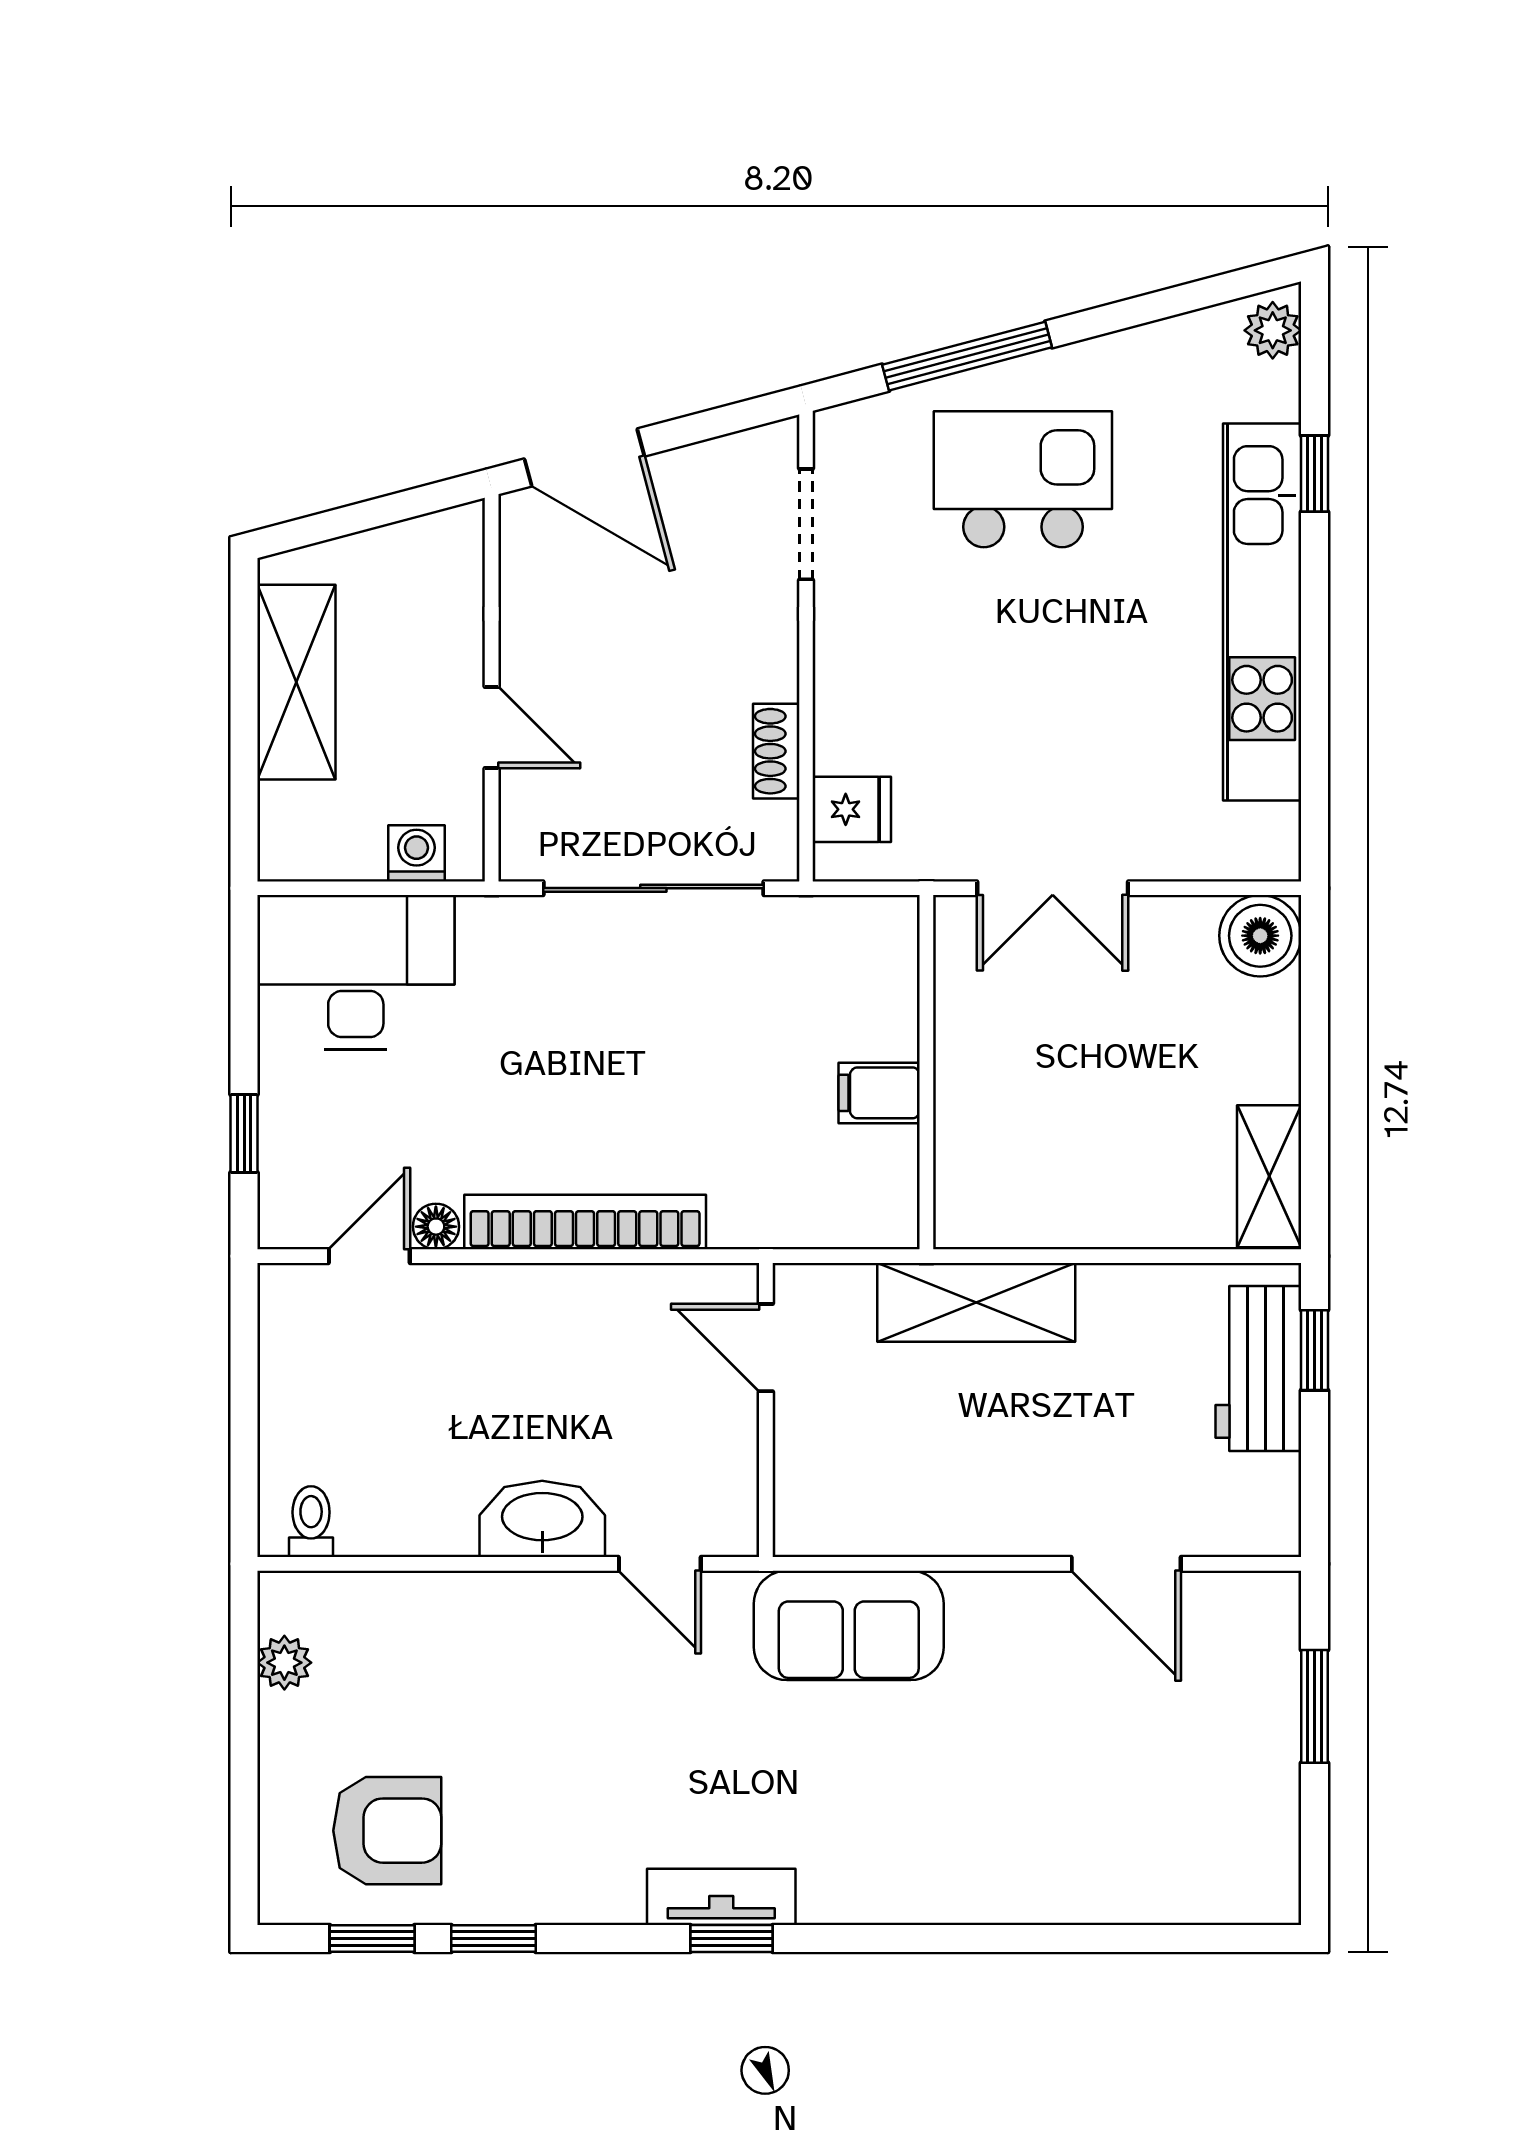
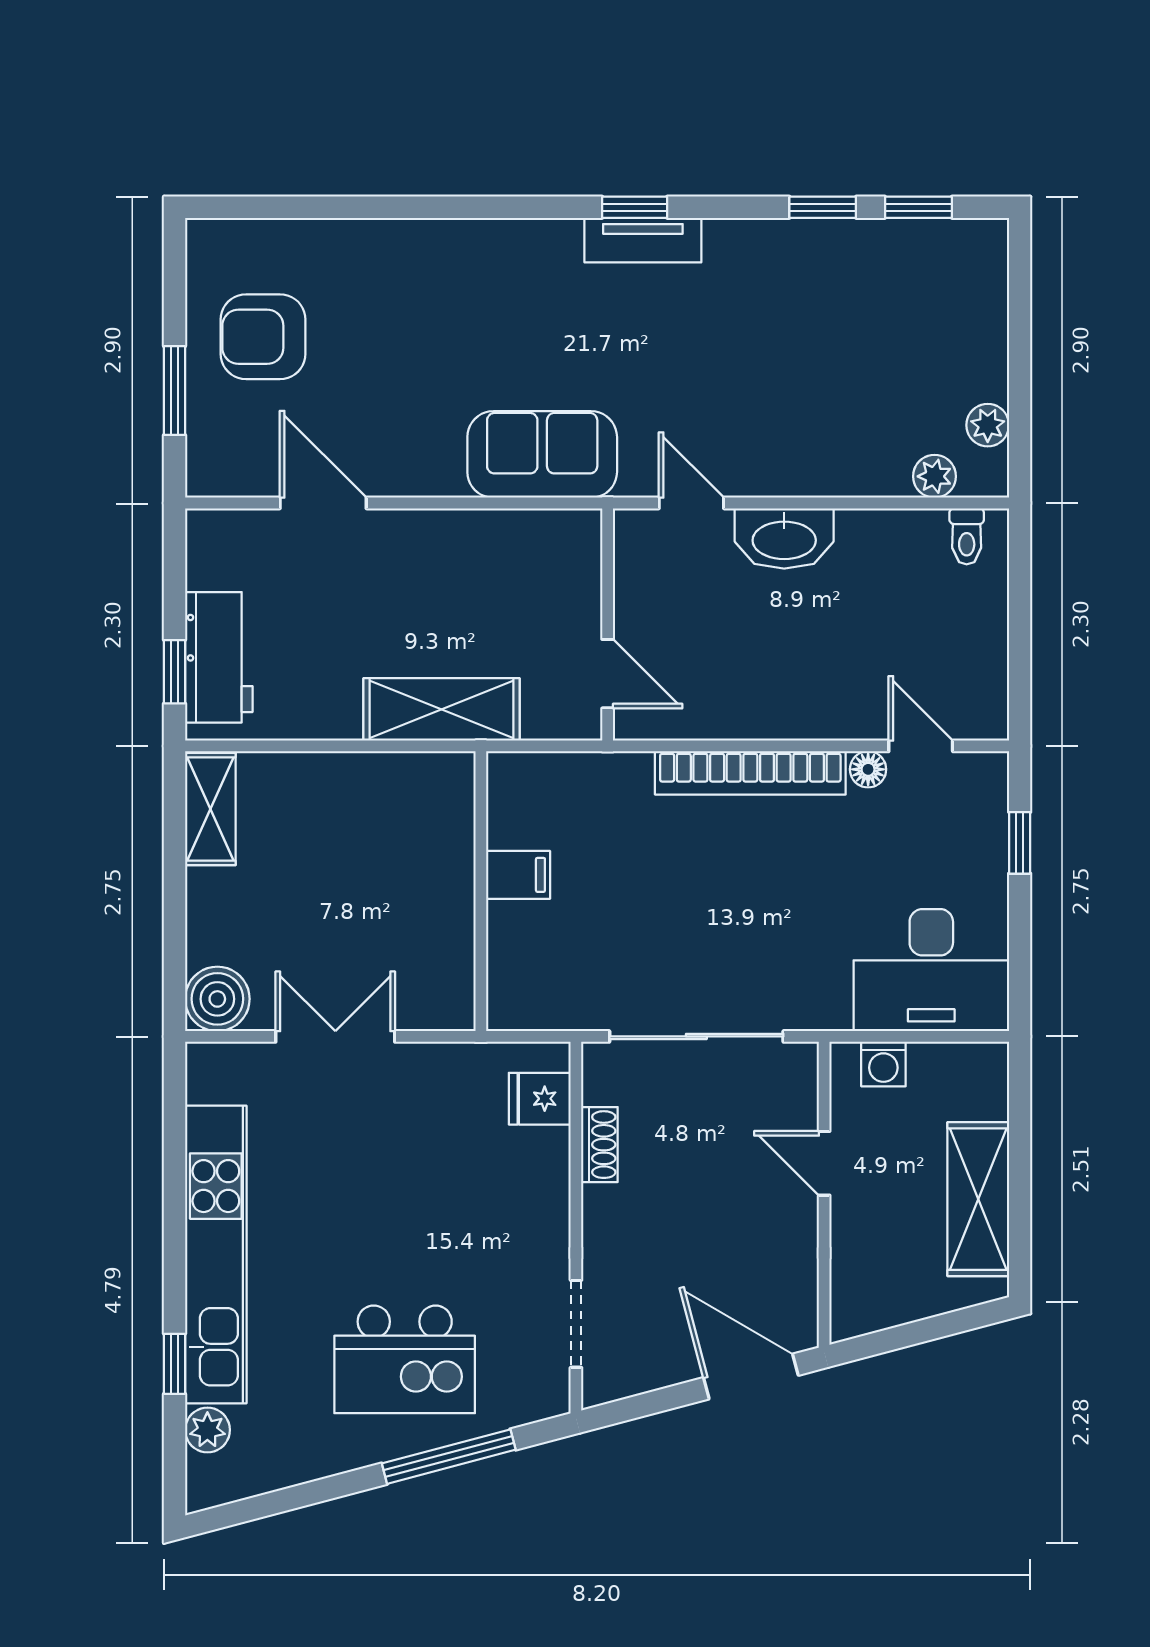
plant: (1273, 330) -> (207, 1430), moved
double door: (1053, 888) -> (335, 1036), moved
door: (369, 1256) -> (921, 746), swing flipped
plant: (352, 1598) -> (935, 476), added
armchair: (387, 1831) -> (263, 337), moved

